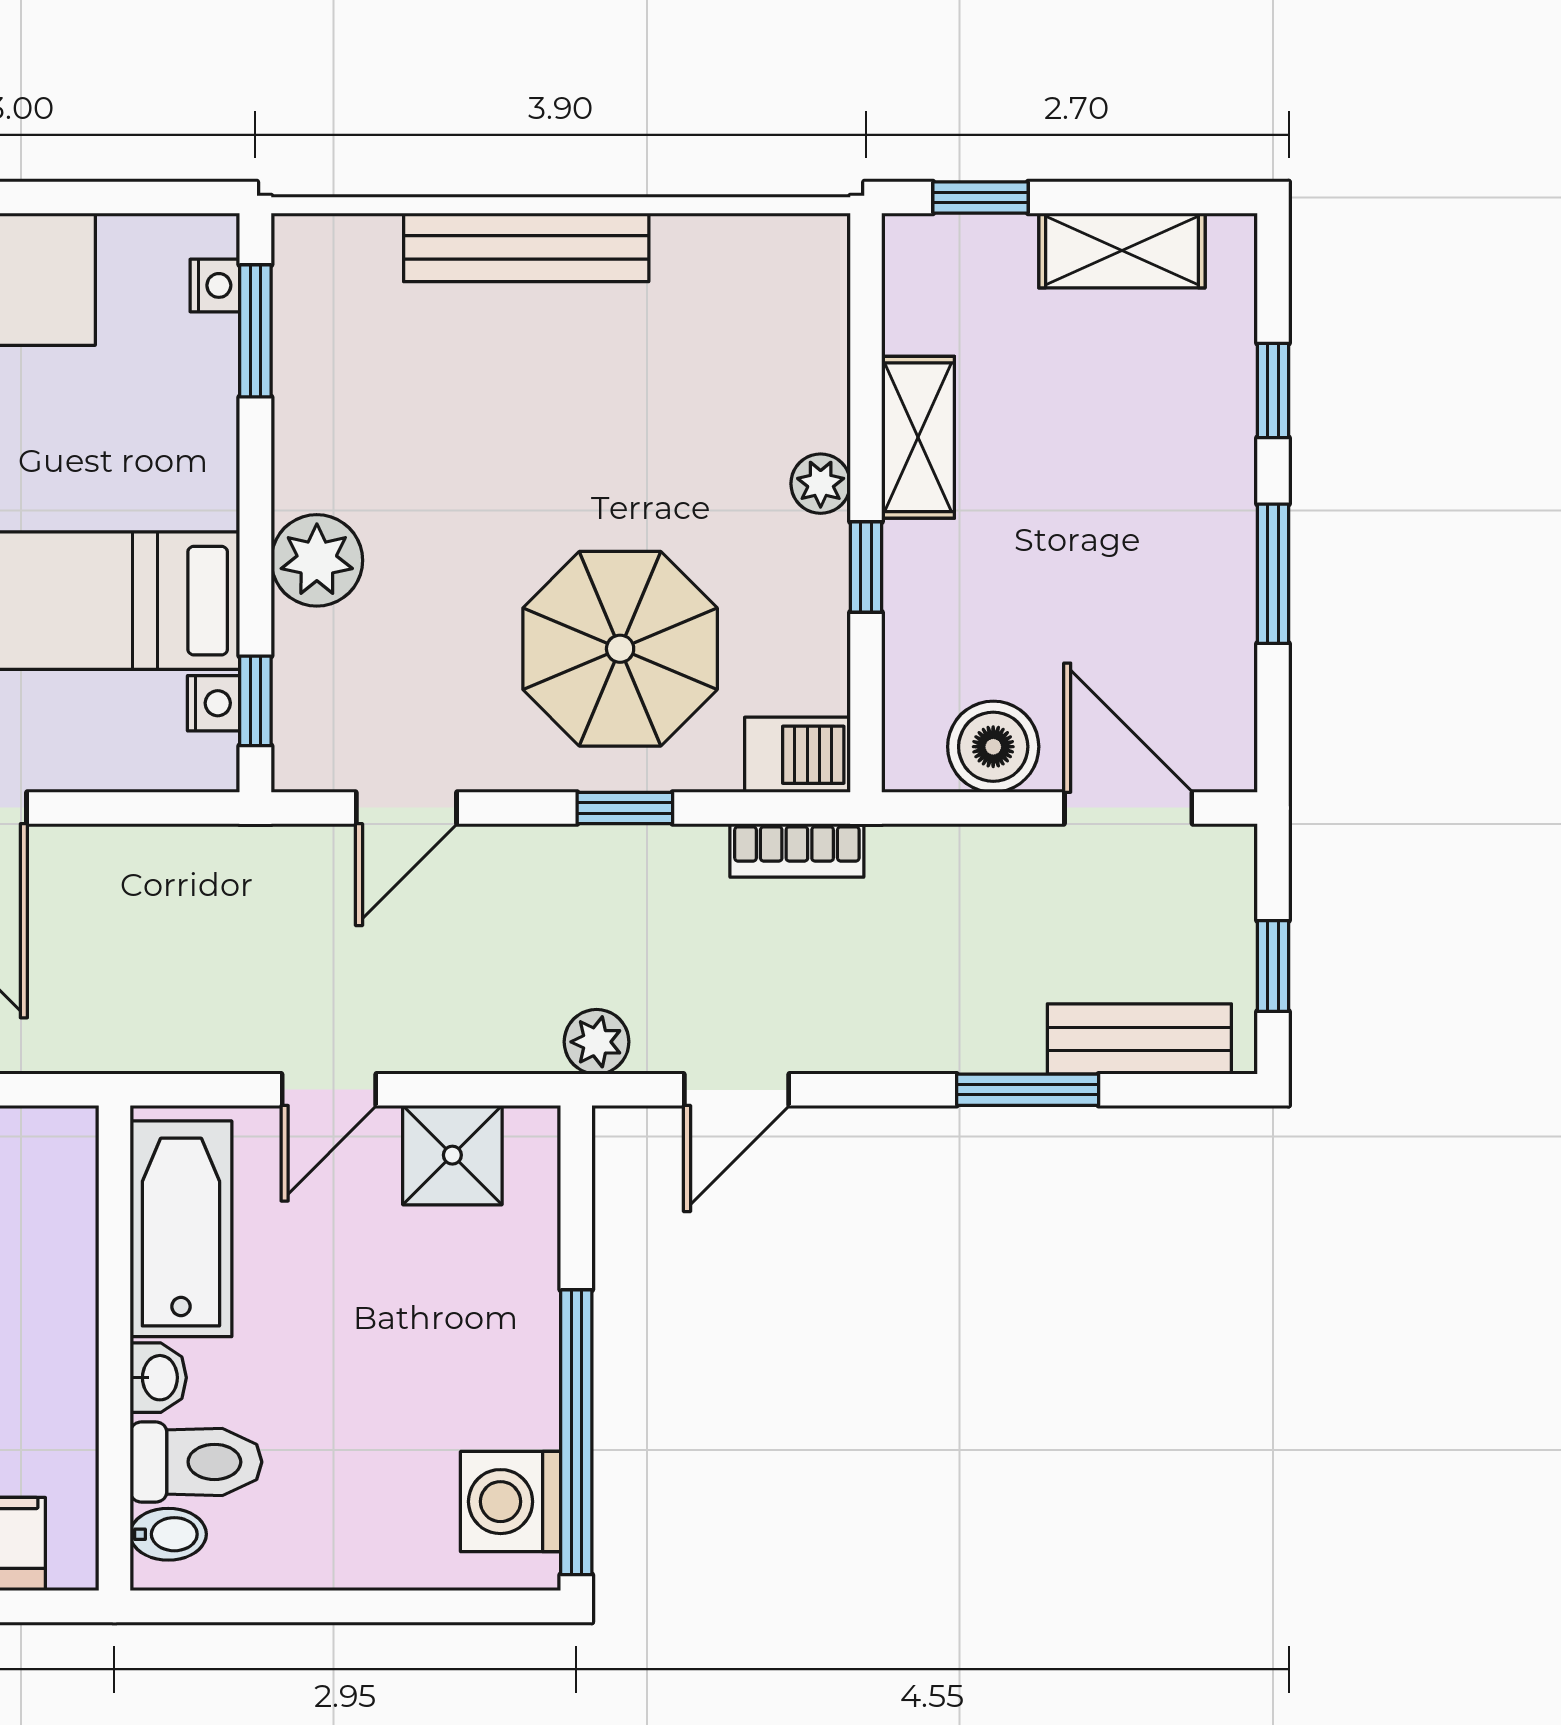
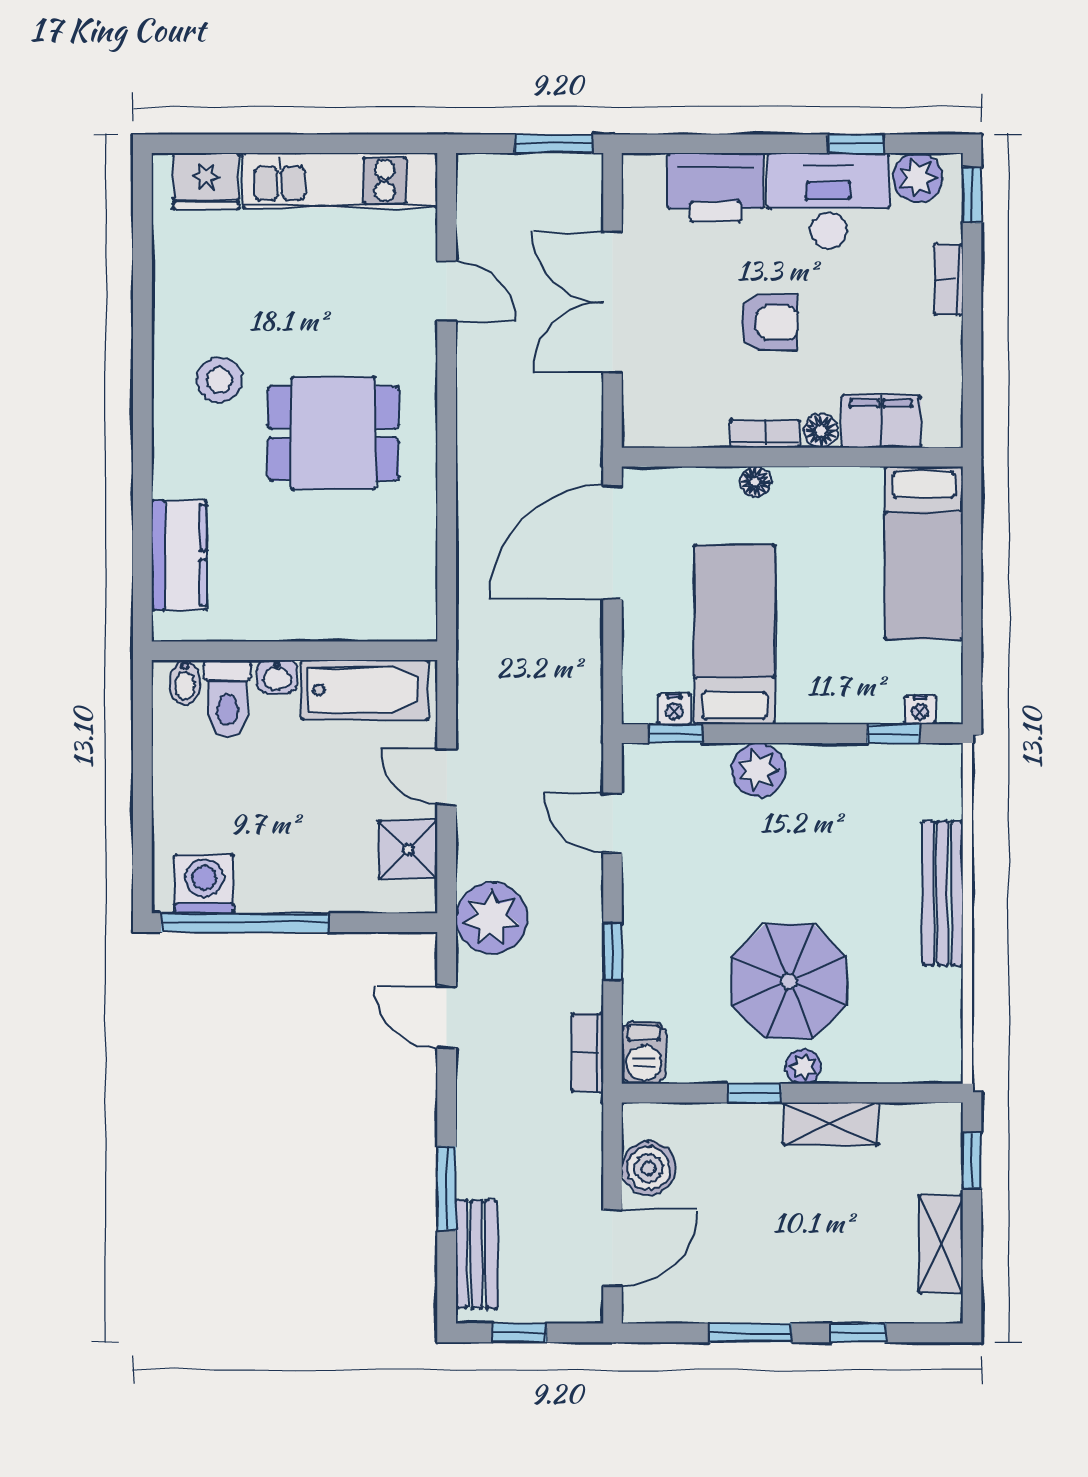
window: (255, 331) -> (893, 734), width x0.67
parasol: (620, 649) -> (789, 981), moved
plant: (597, 1042) -> (491, 918), width x1.87, depth x1.87

